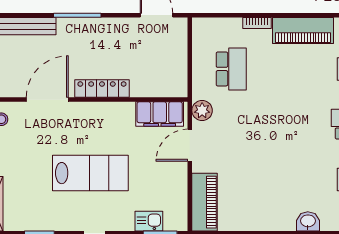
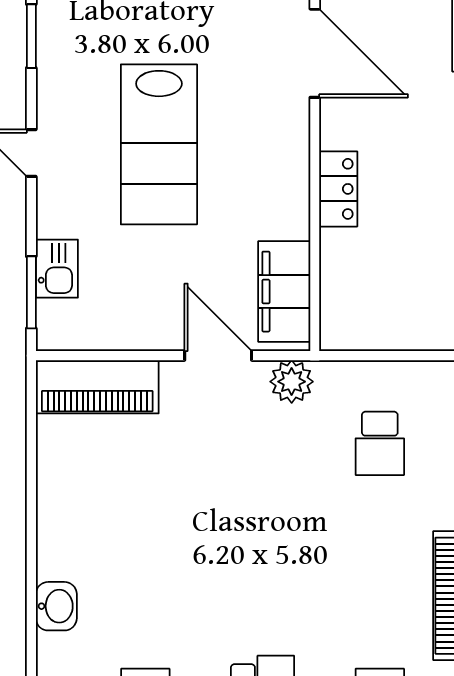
school desk: (231, 69) -> (380, 443), width x0.54
locker: (102, 89) -> (338, 189), width x0.66

